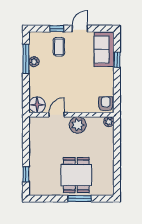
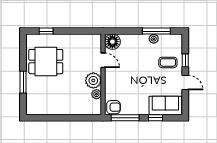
window: (117, 92) -> (125, 118), added
plant: (109, 122) -> (96, 94), moved
dining table: (76, 175) -> (46, 62), moved

